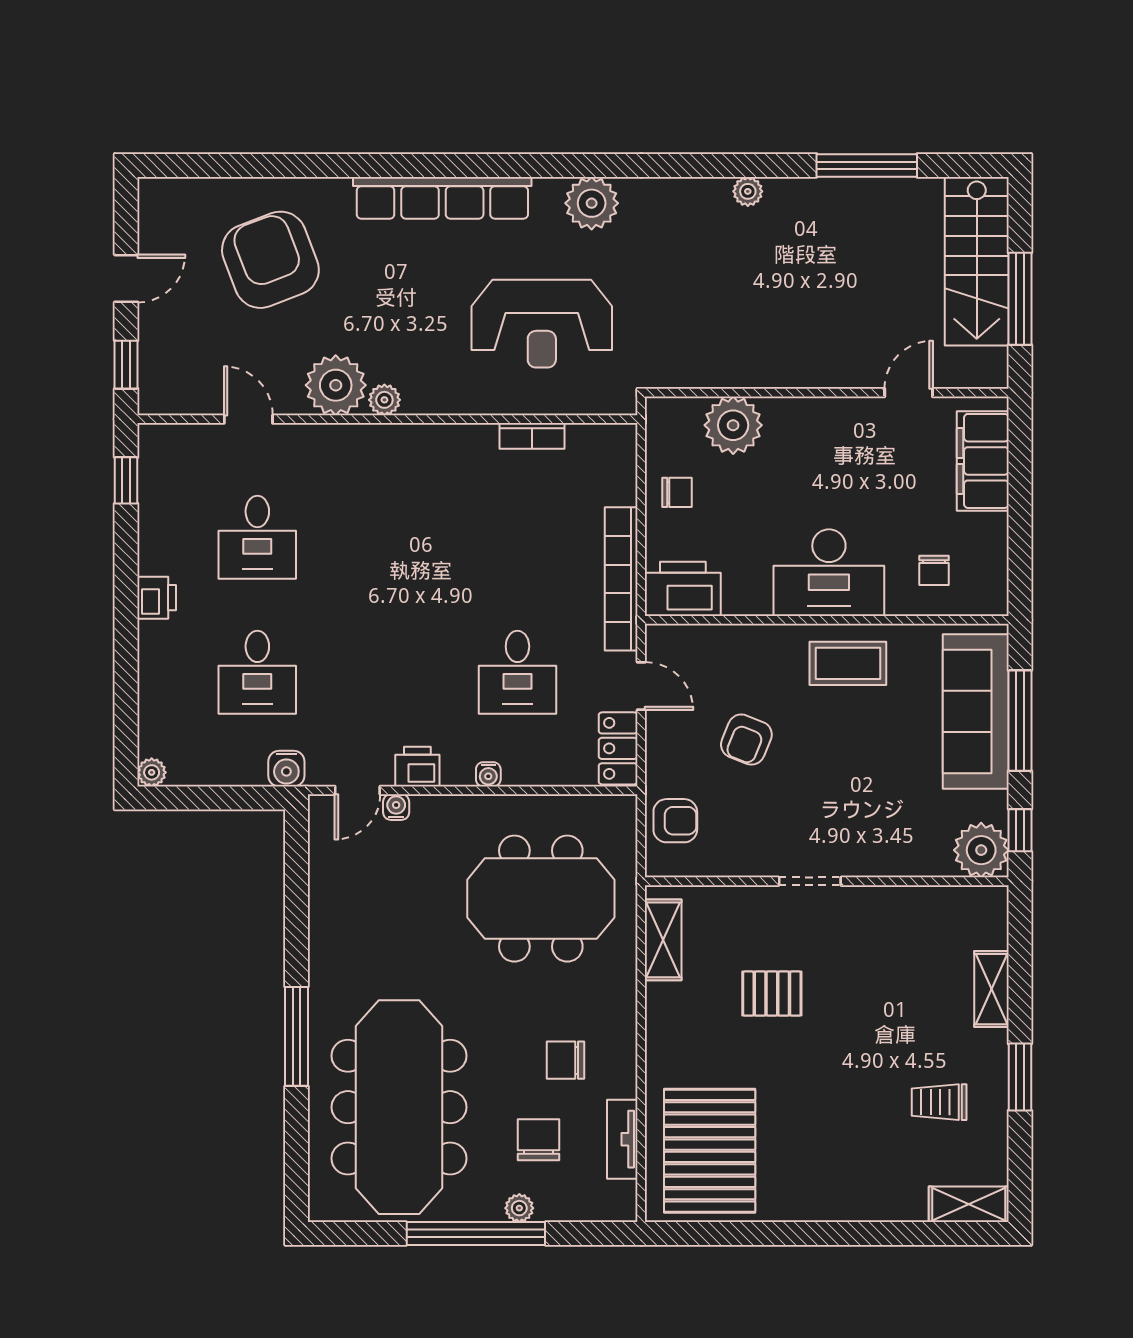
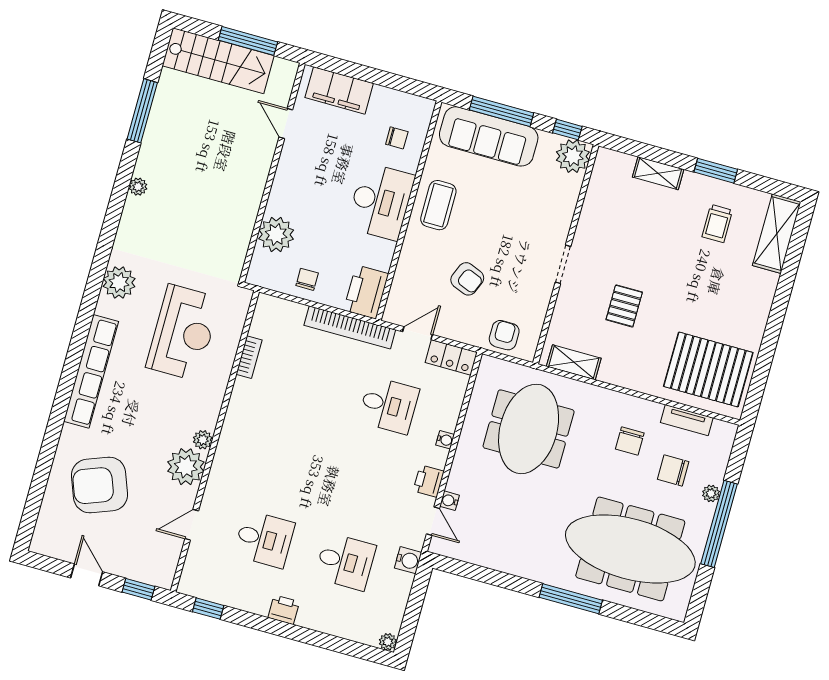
shelving: (969, 1204) -> (777, 234), width x1.50, depth x1.33

